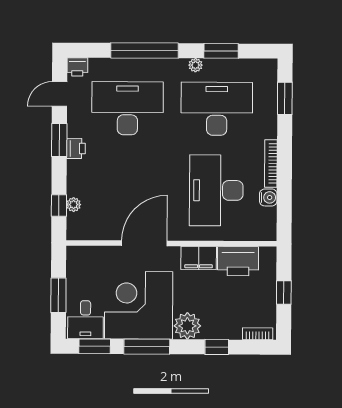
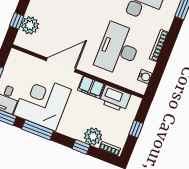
water cooler: (268, 197) -> (145, 77), moved
plant: (74, 205) -> (30, 25), width x1.87, depth x1.87
plant: (187, 326) -> (93, 136), moved

